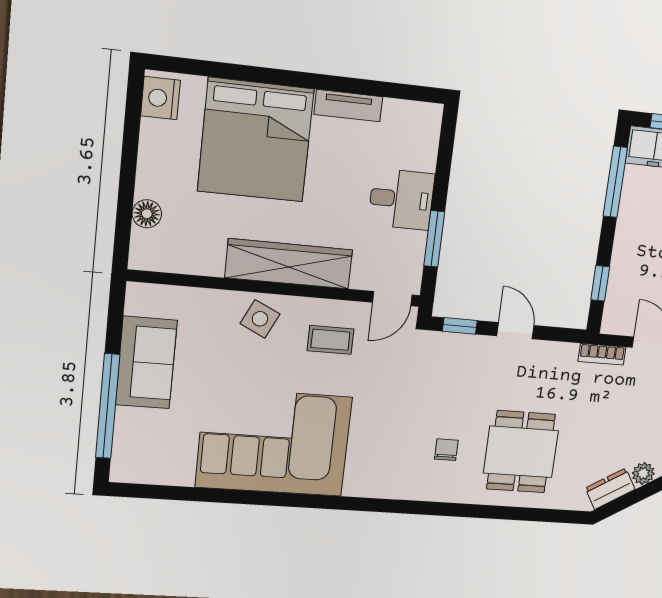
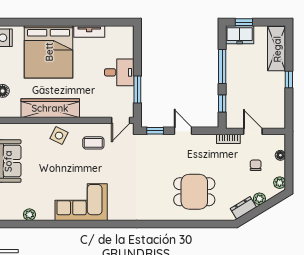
window: (615, 182) -> (222, 67), moved
wardrobe: (289, 264) -> (50, 108), moved
corner sofa: (274, 442) -> (81, 202), width x0.73, depth x0.74
chair: (446, 450) -> (256, 165), moved
dining table: (521, 452) -> (194, 192), turned 90
plant: (181, 475) -> (29, 215), added

